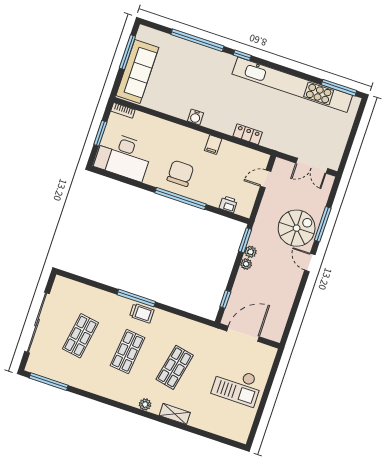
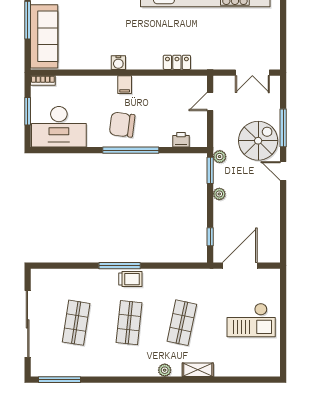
filing cabinet: (213, 145) -> (125, 85), moved
chair: (180, 173) -> (122, 125), turned -83
plant: (251, 252) -> (220, 157), moved

